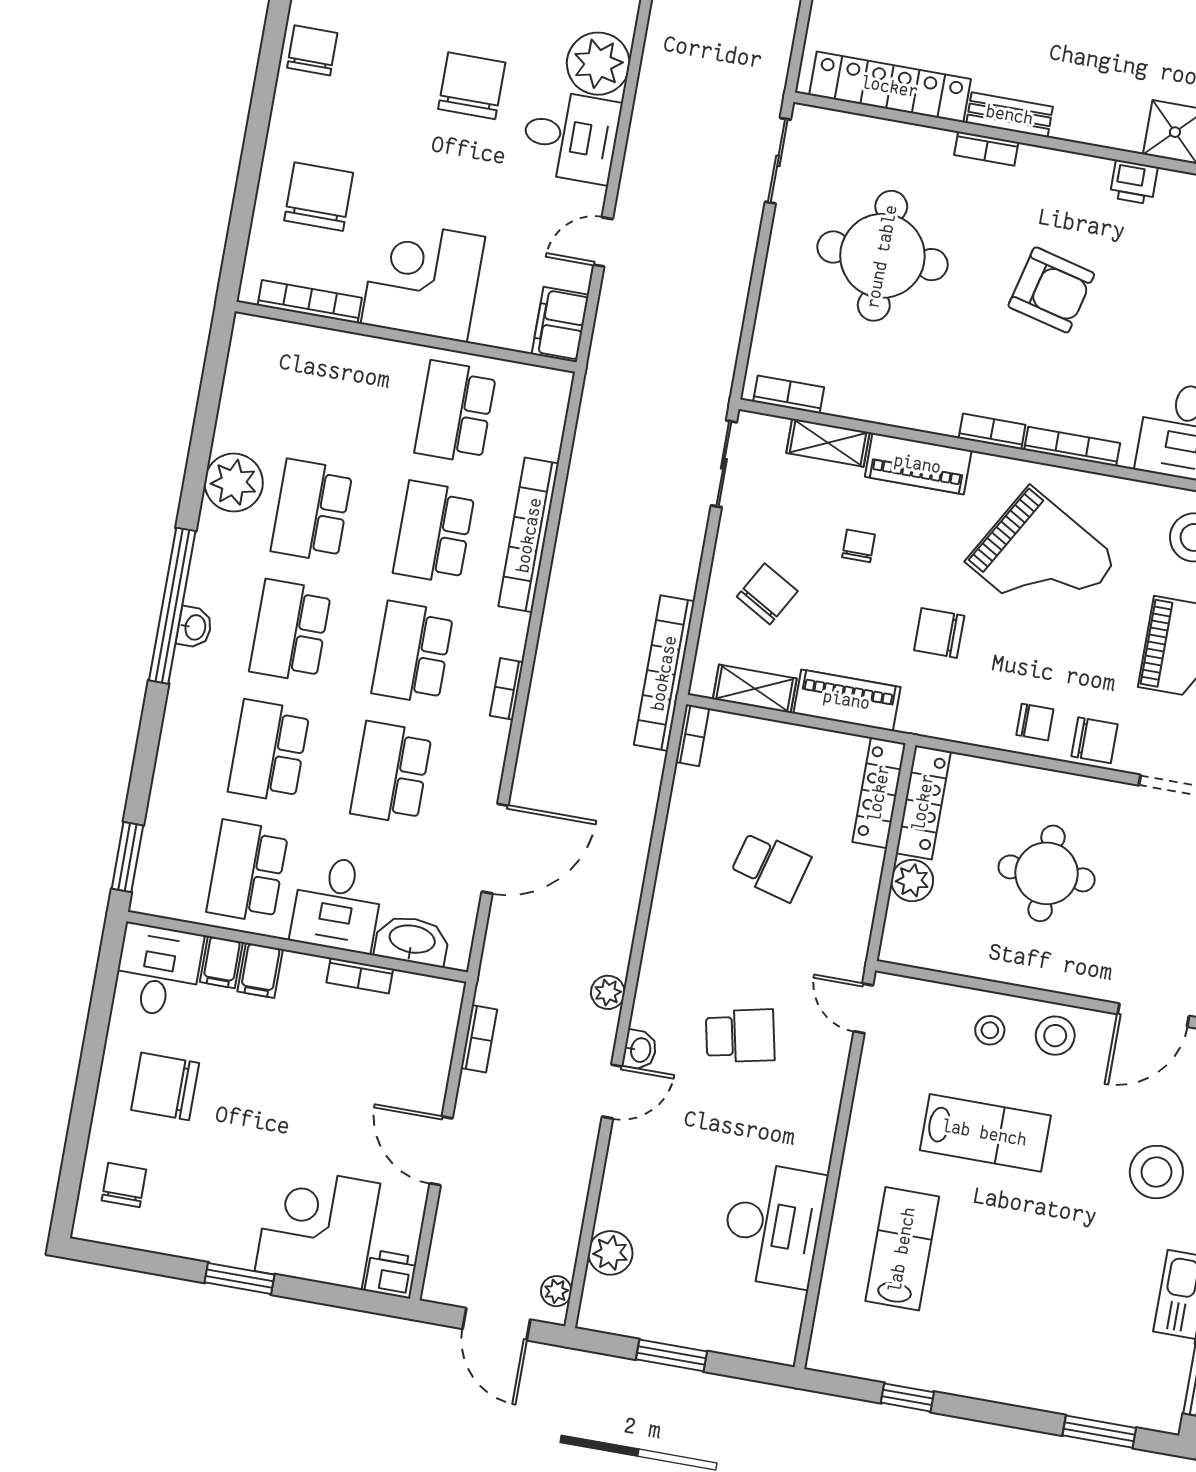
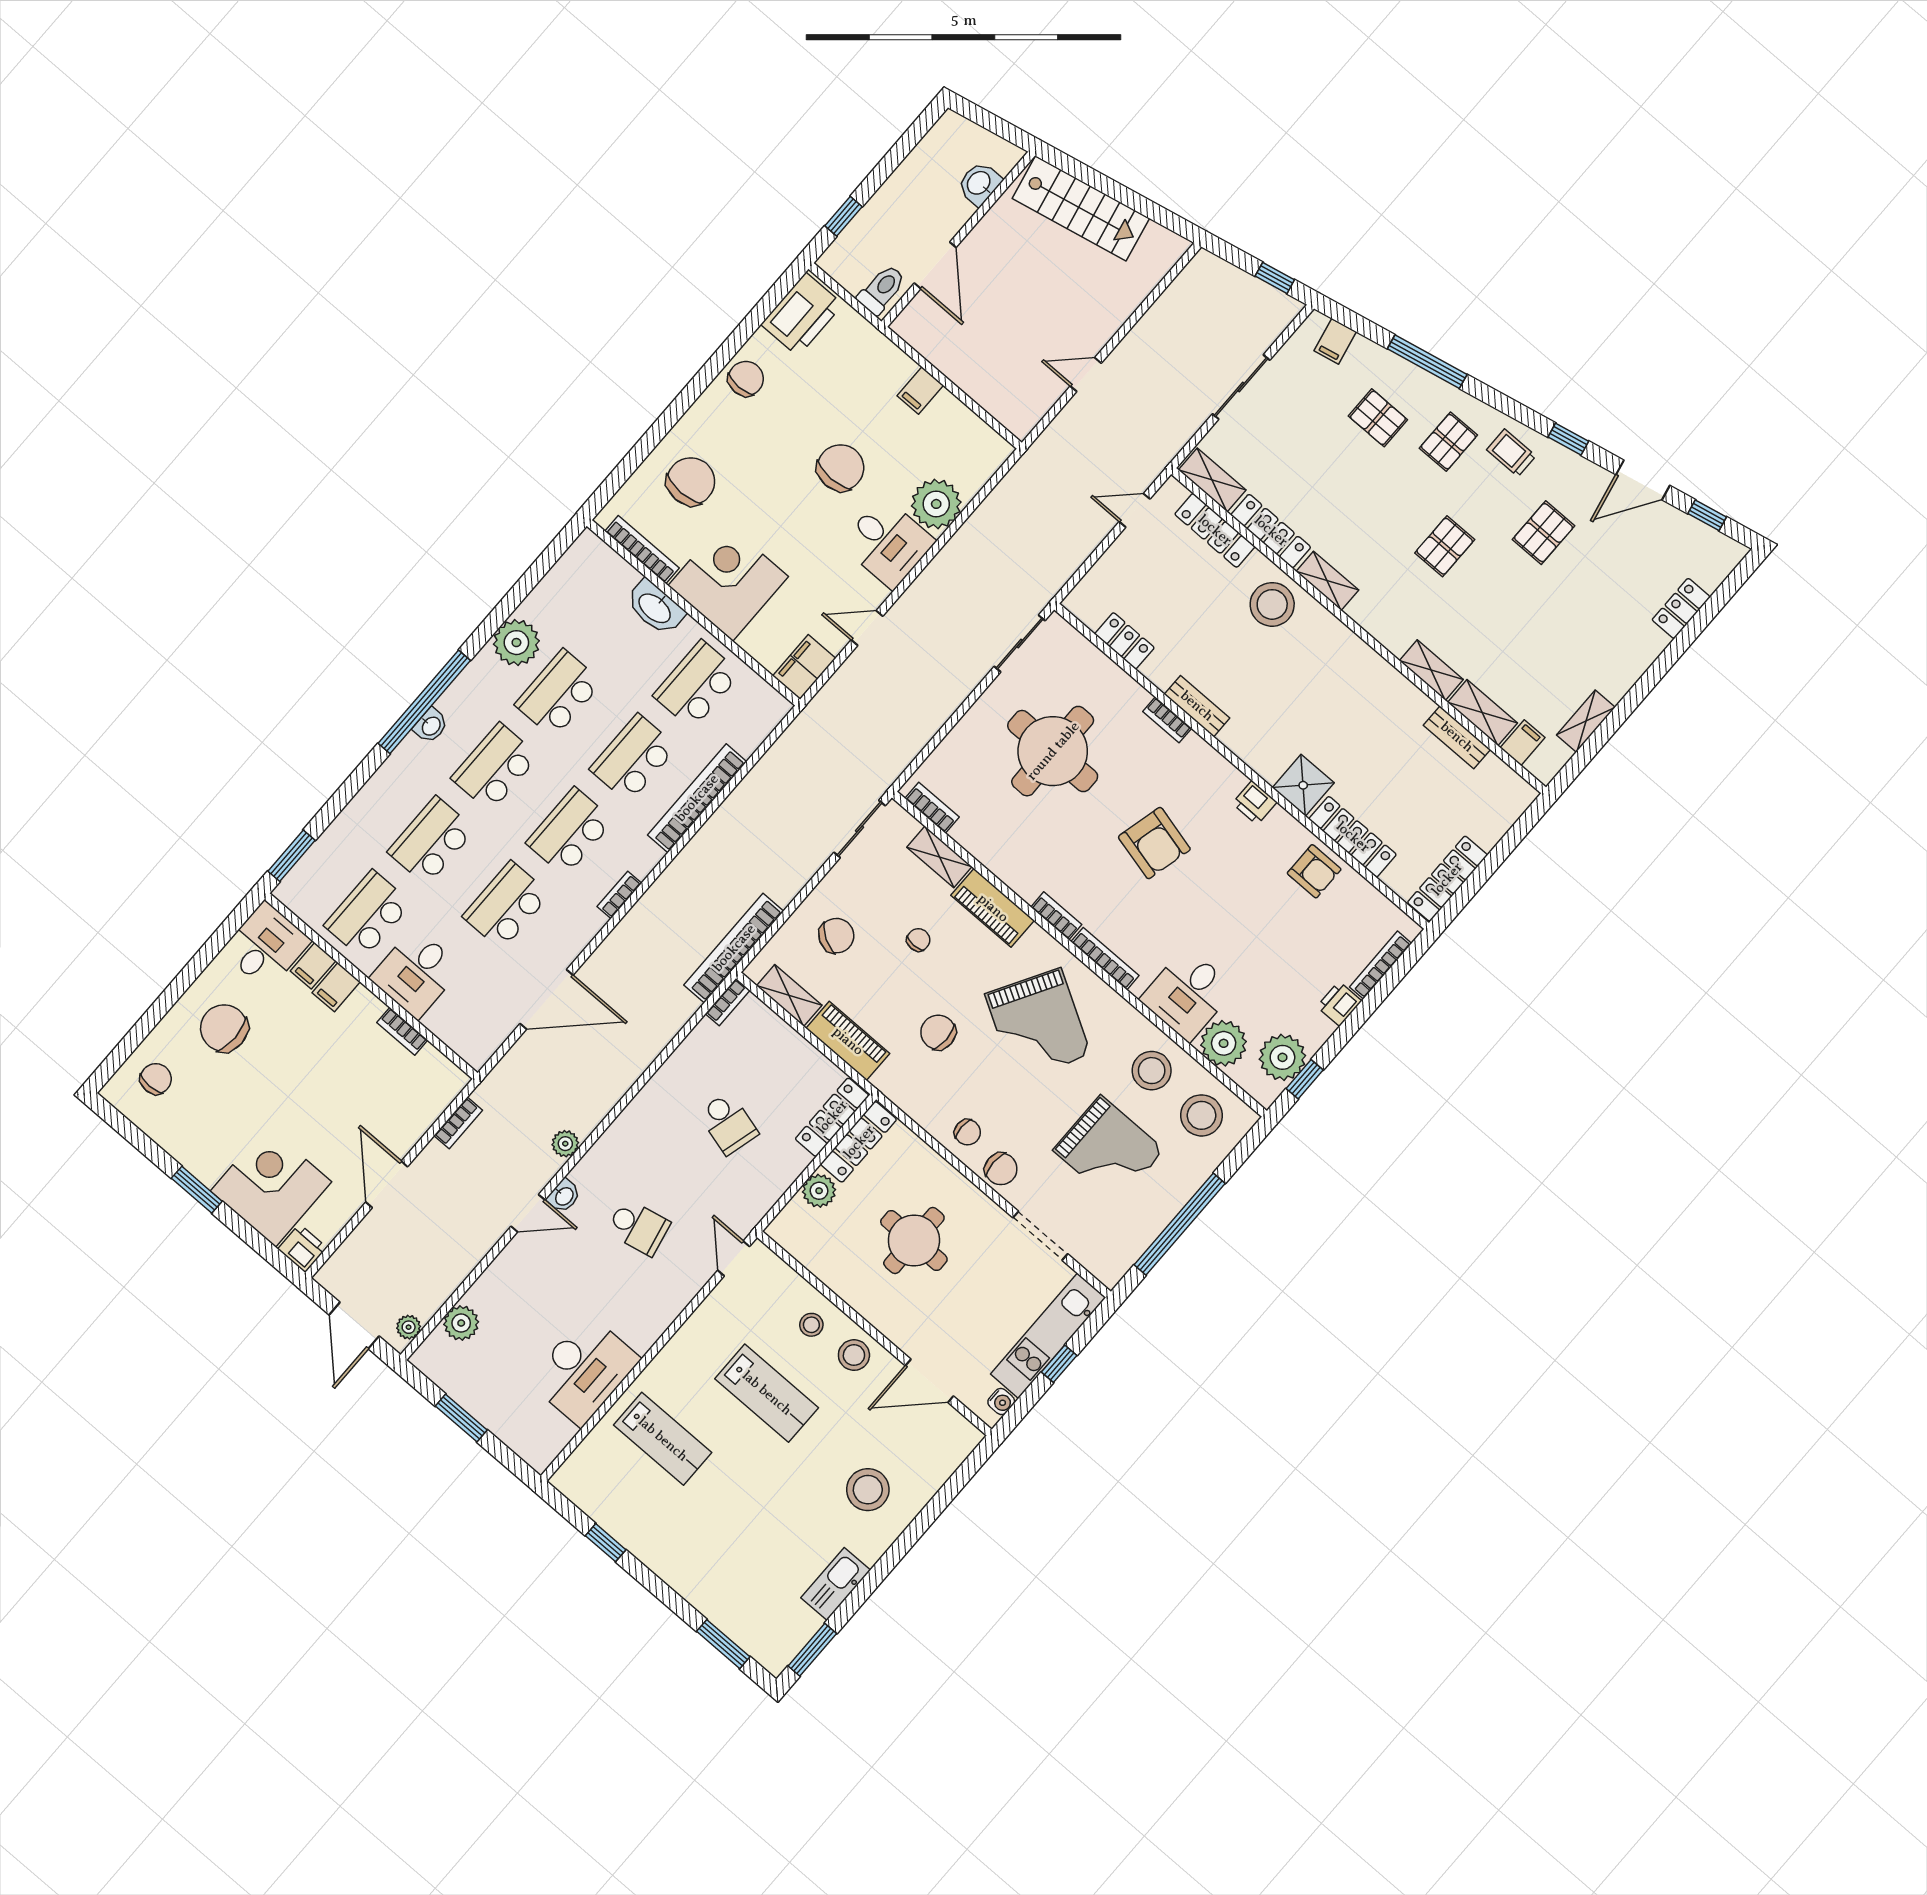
locker: (890, 87) -> (1124, 641), width x0.46, depth x0.83
washbasin: (412, 940) -> (655, 608), moved, turned 180
lab bench: (902, 1249) -> (663, 1439), turned 90

